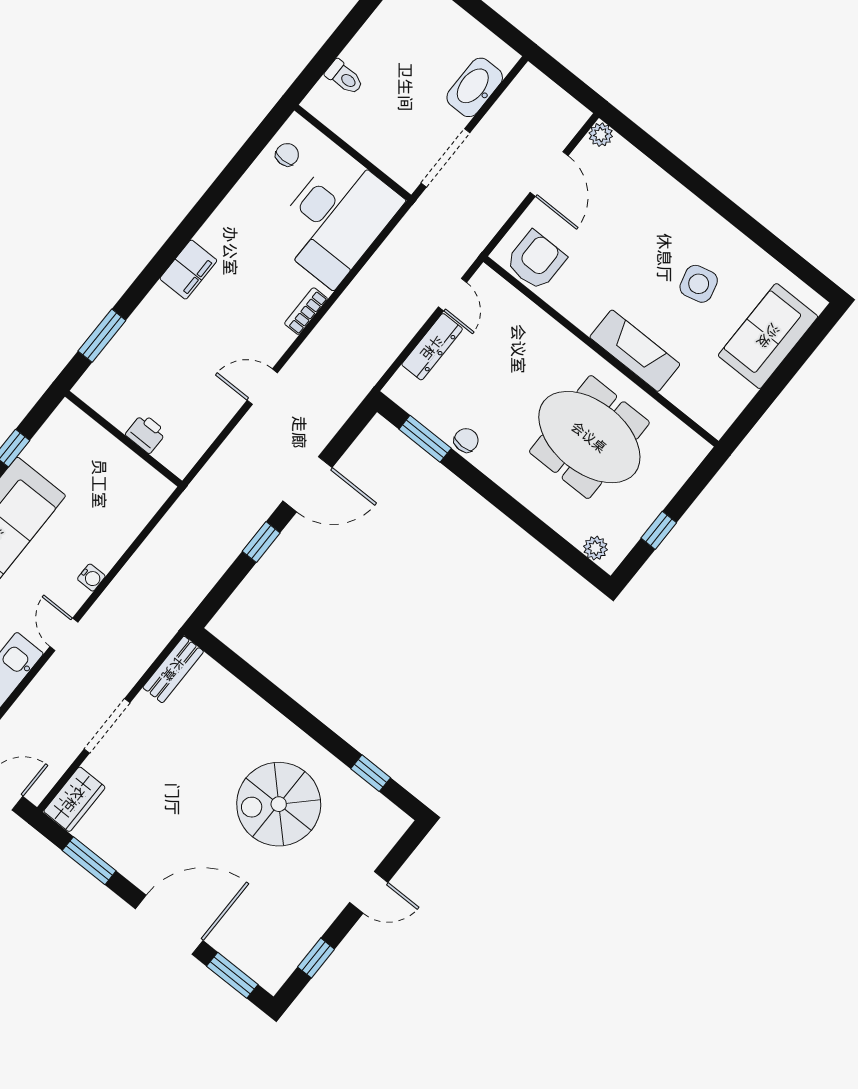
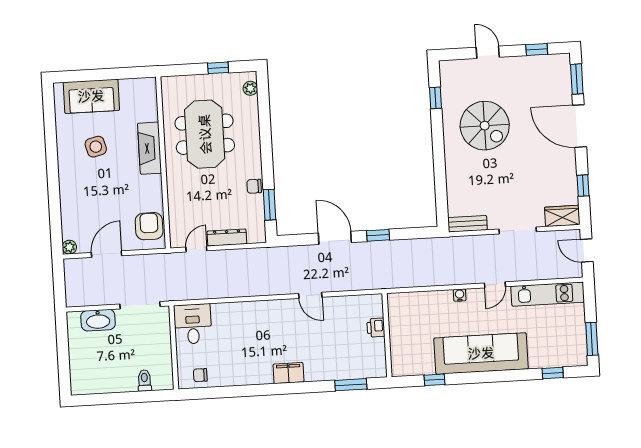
desk: (336, 219) -> (193, 324), width x0.53, depth x0.77
armchair: (536, 260) -> (149, 226), turned 90
bookcase: (306, 311) -> (261, 306), removed
window: (89, 861) -> (583, 186), width x0.67

